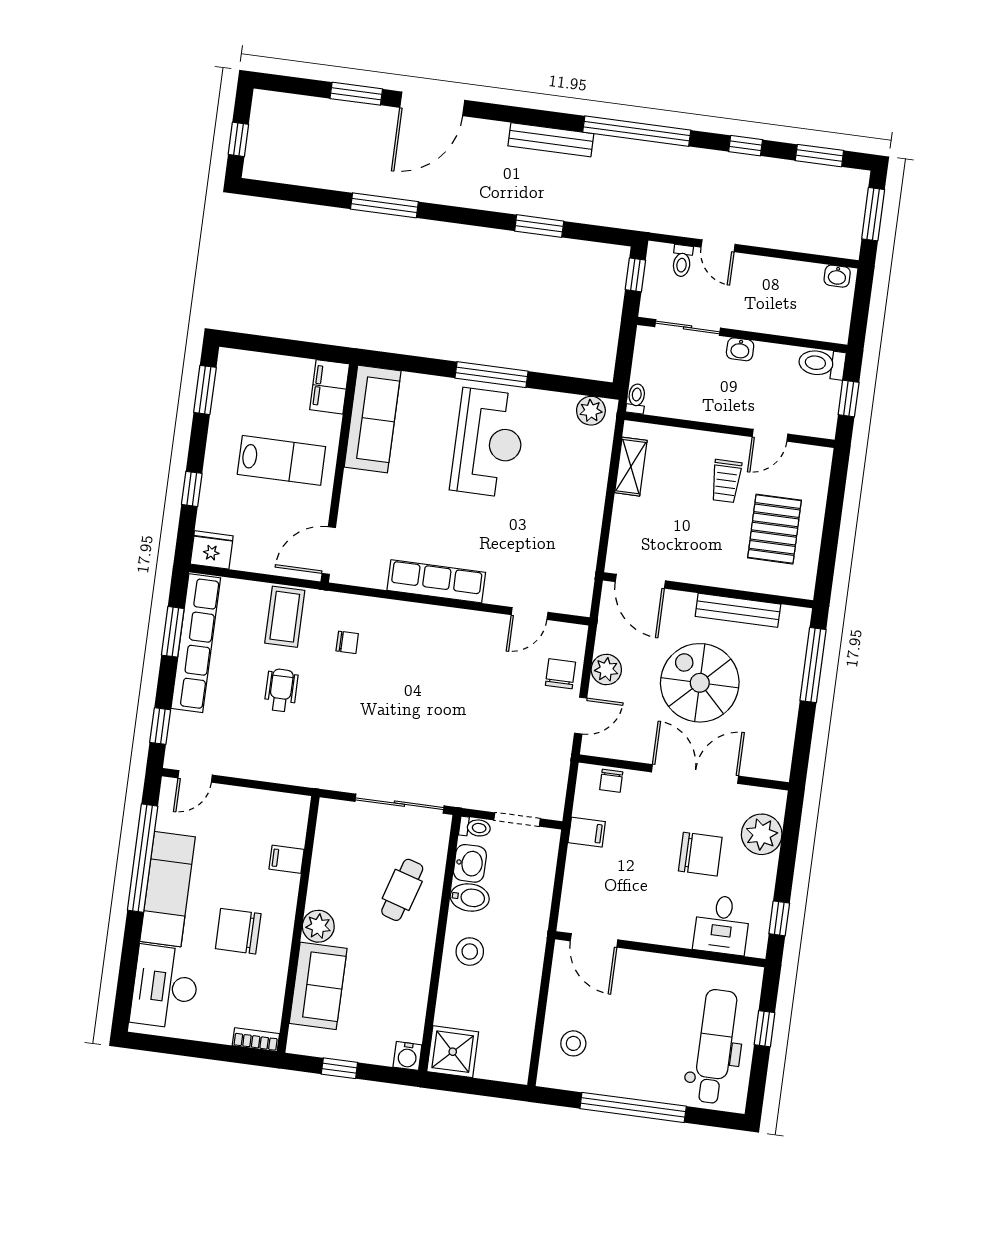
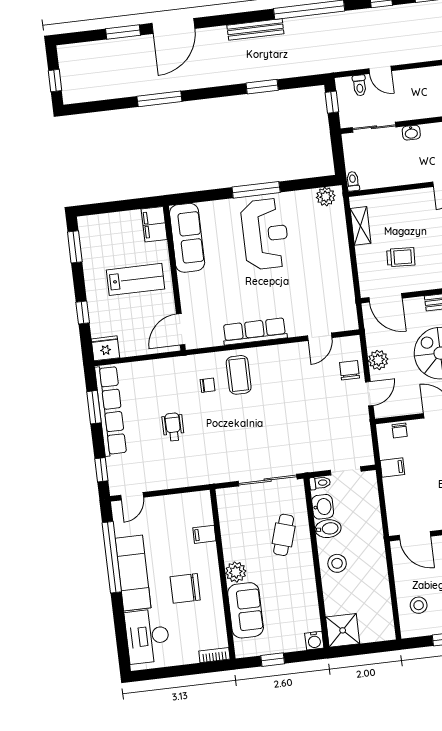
trolley: (726, 481) -> (401, 257), moved, turned -87
coffee table: (285, 617) -> (239, 375), moved

